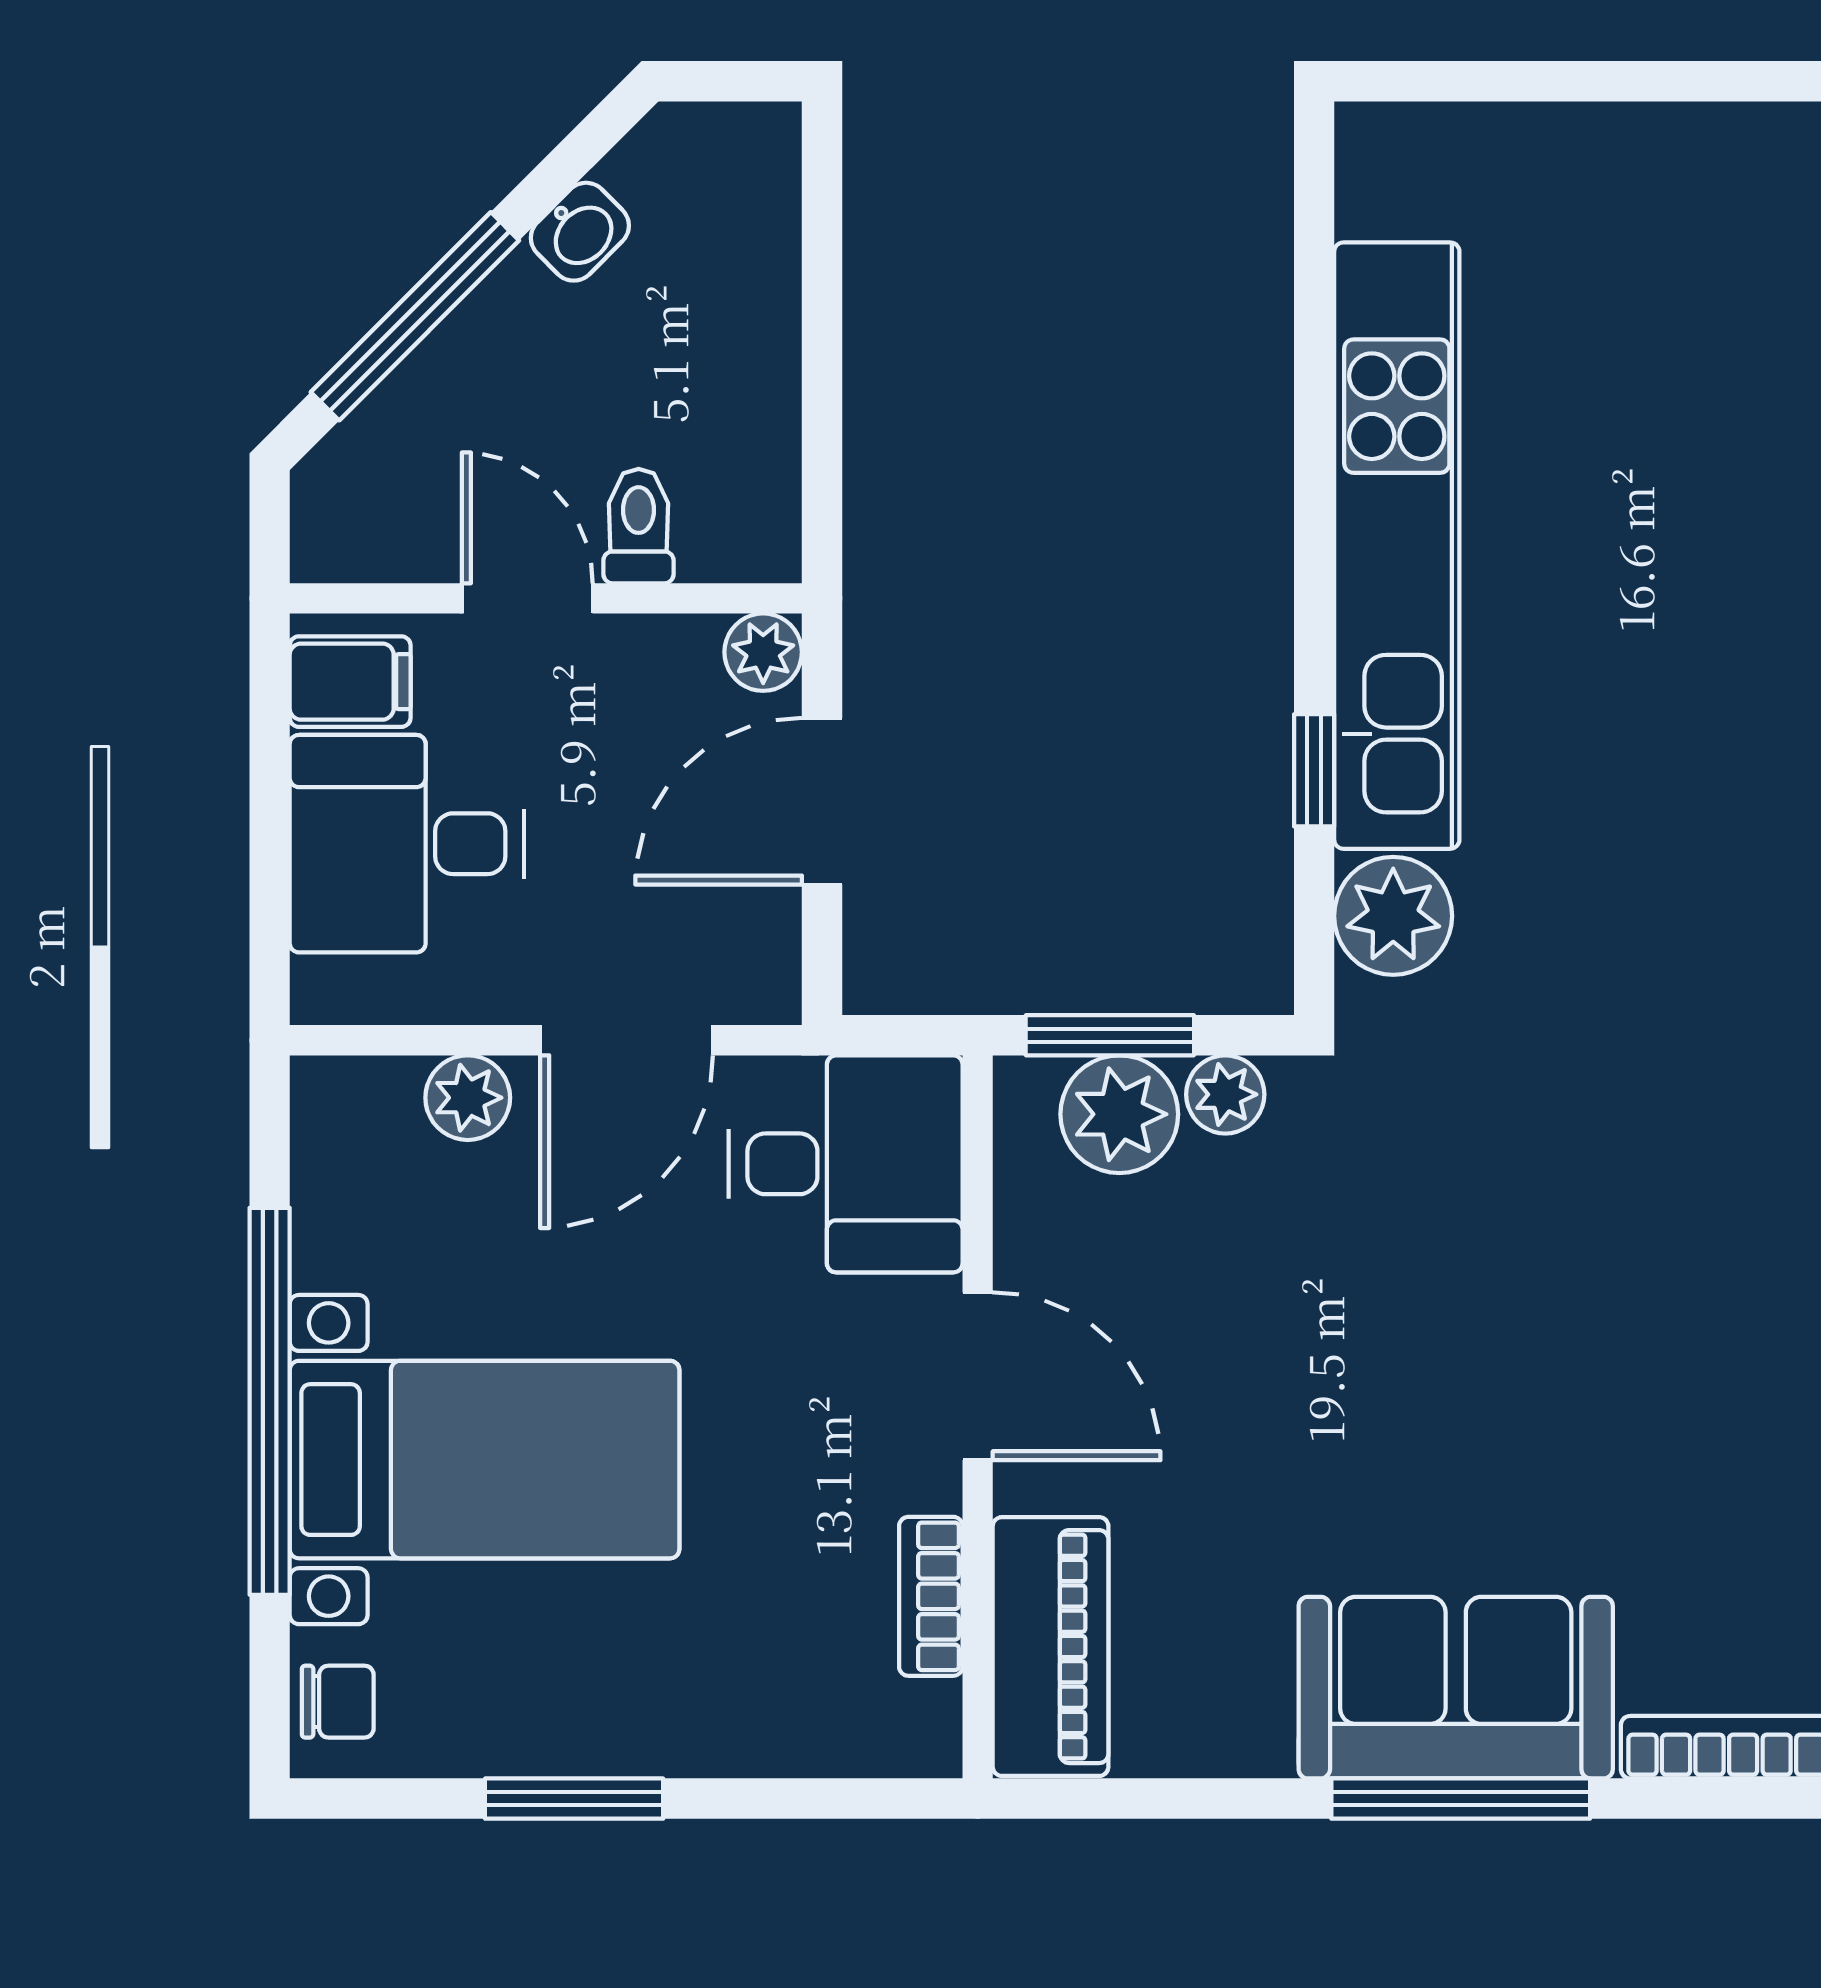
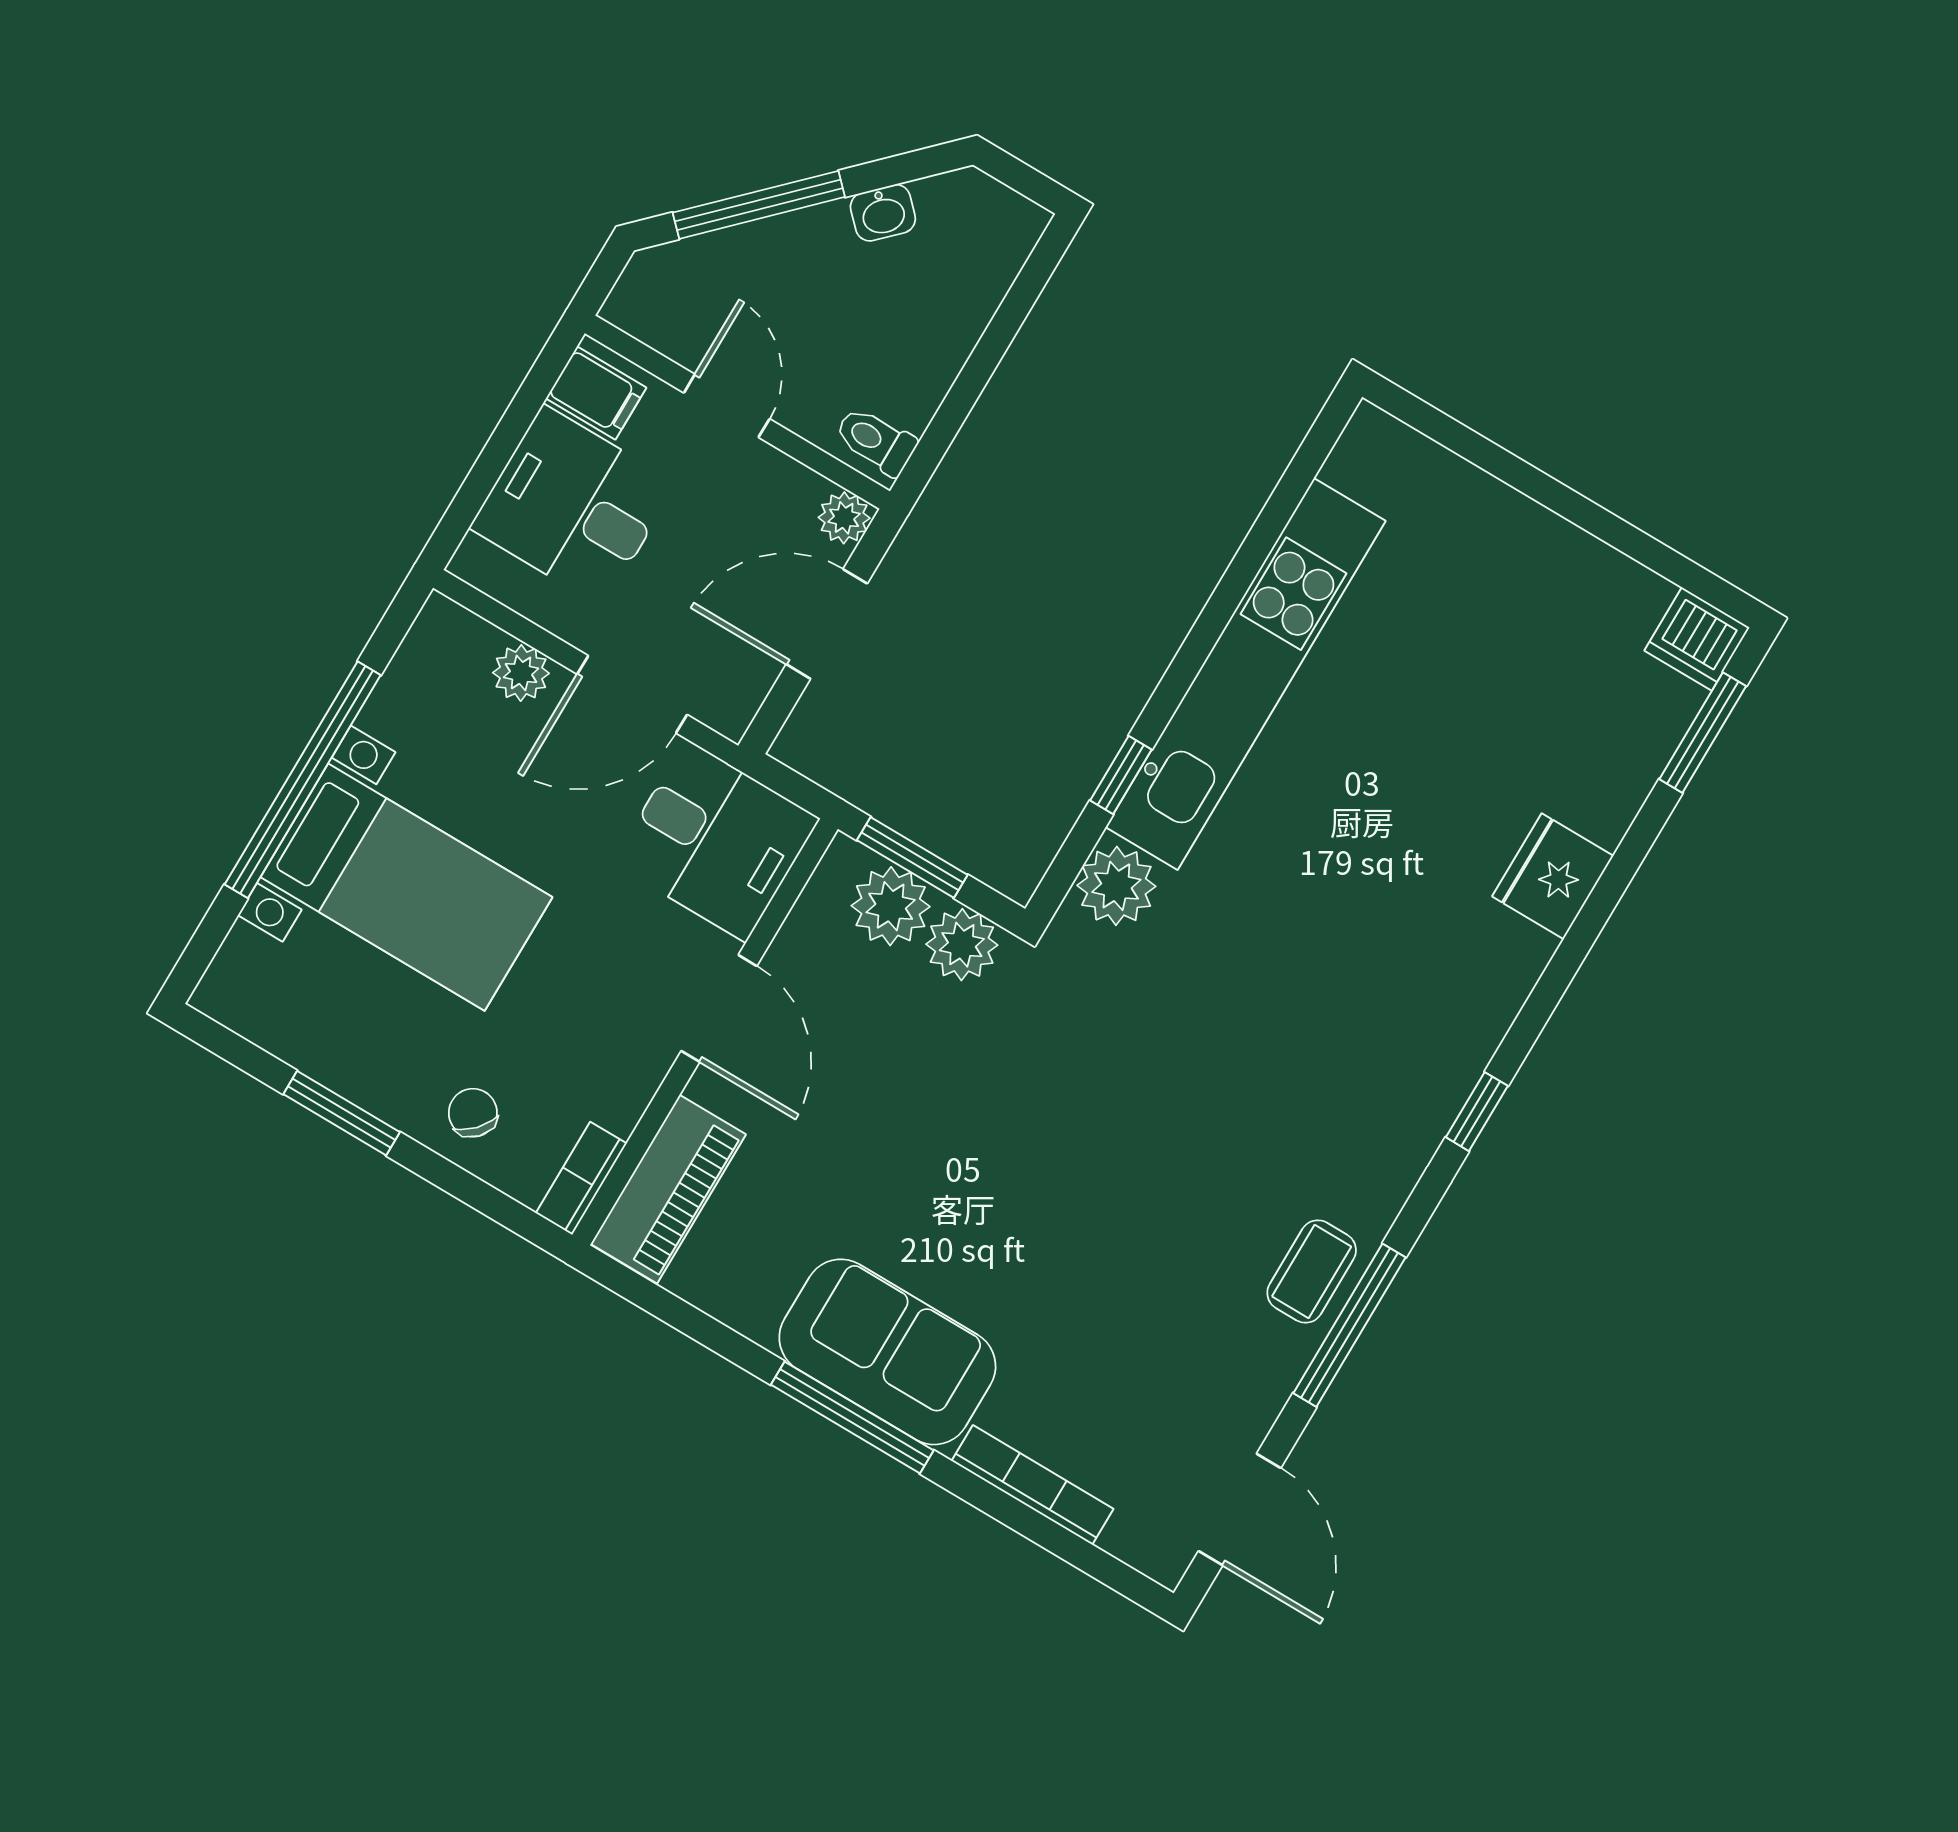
toilet: (639, 526) -> (876, 441), moved, turned -90
plant: (1225, 1094) -> (962, 945), width x1.38, depth x1.38
bookcase: (931, 1596) -> (581, 1178), moved
chair: (338, 1702) -> (473, 1113), moved, turned -137

